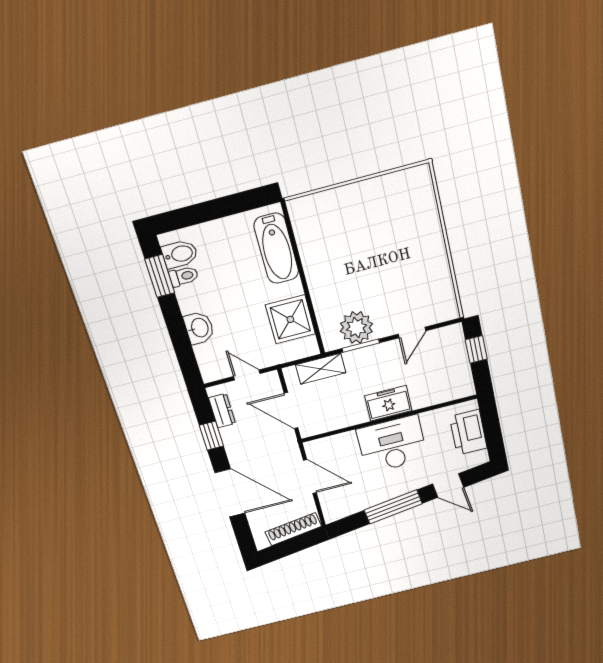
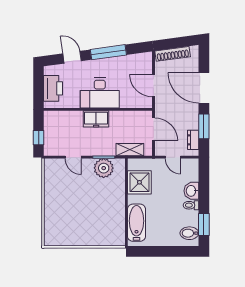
toilet: (184, 276) -> (191, 205), moved
door: (412, 332) -> (73, 157), swing flipped
window: (211, 436) -> (204, 126), width x1.50

